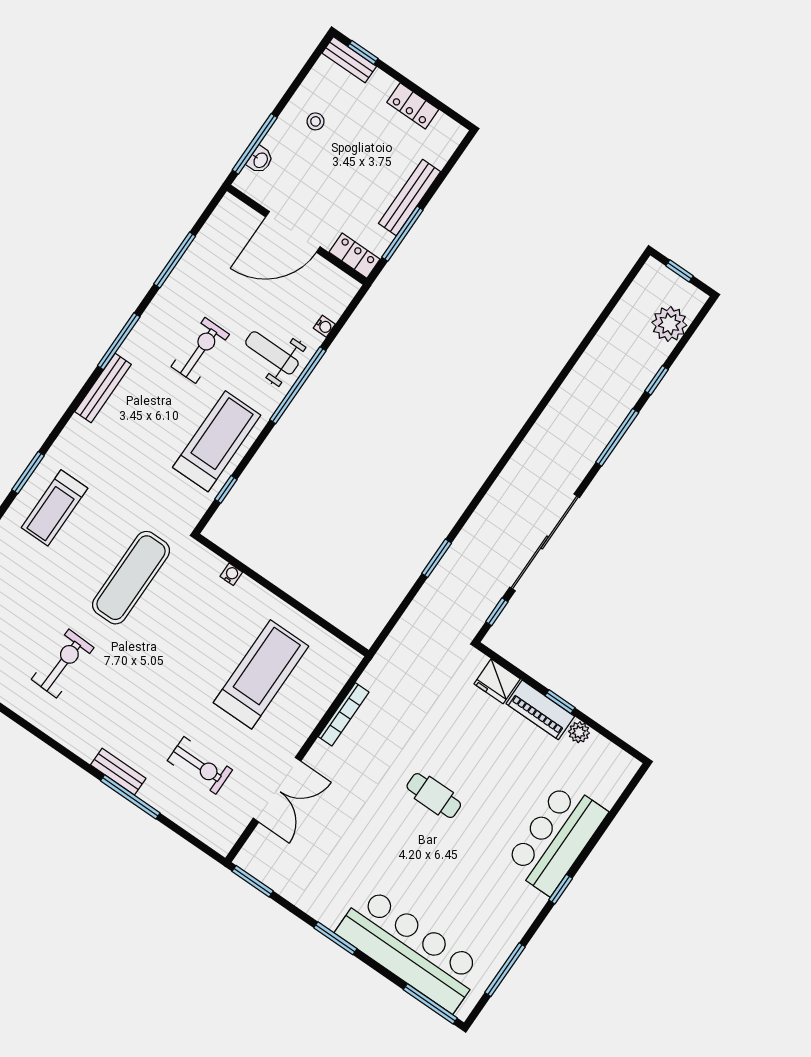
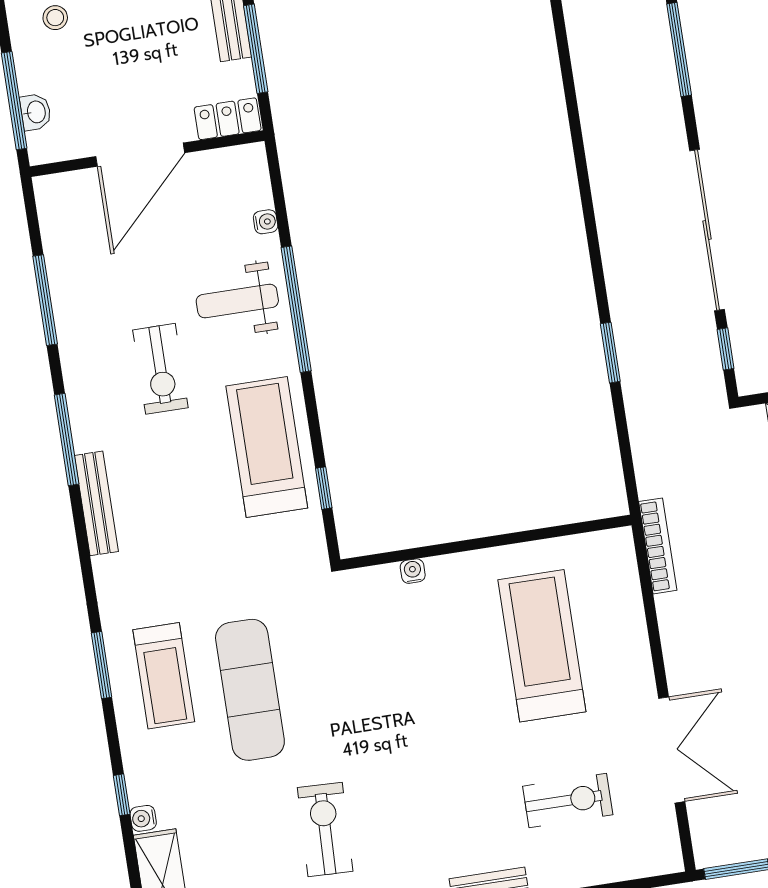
exercise bike: (200, 350) -> (160, 369), turned 180
exercise mat: (131, 578) -> (250, 690), moved
bookcase: (344, 714) -> (658, 546), moved

